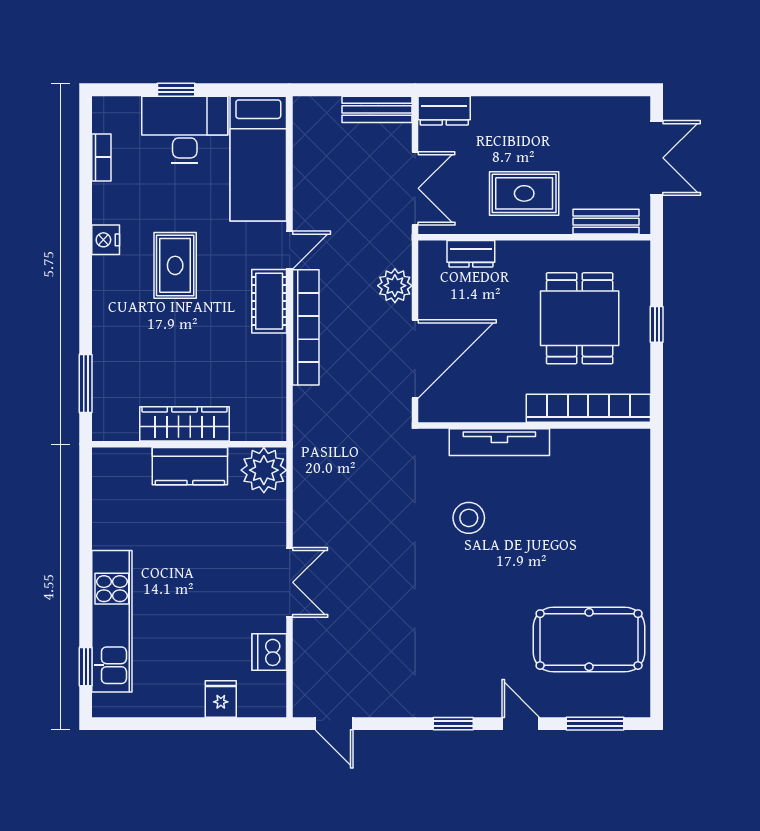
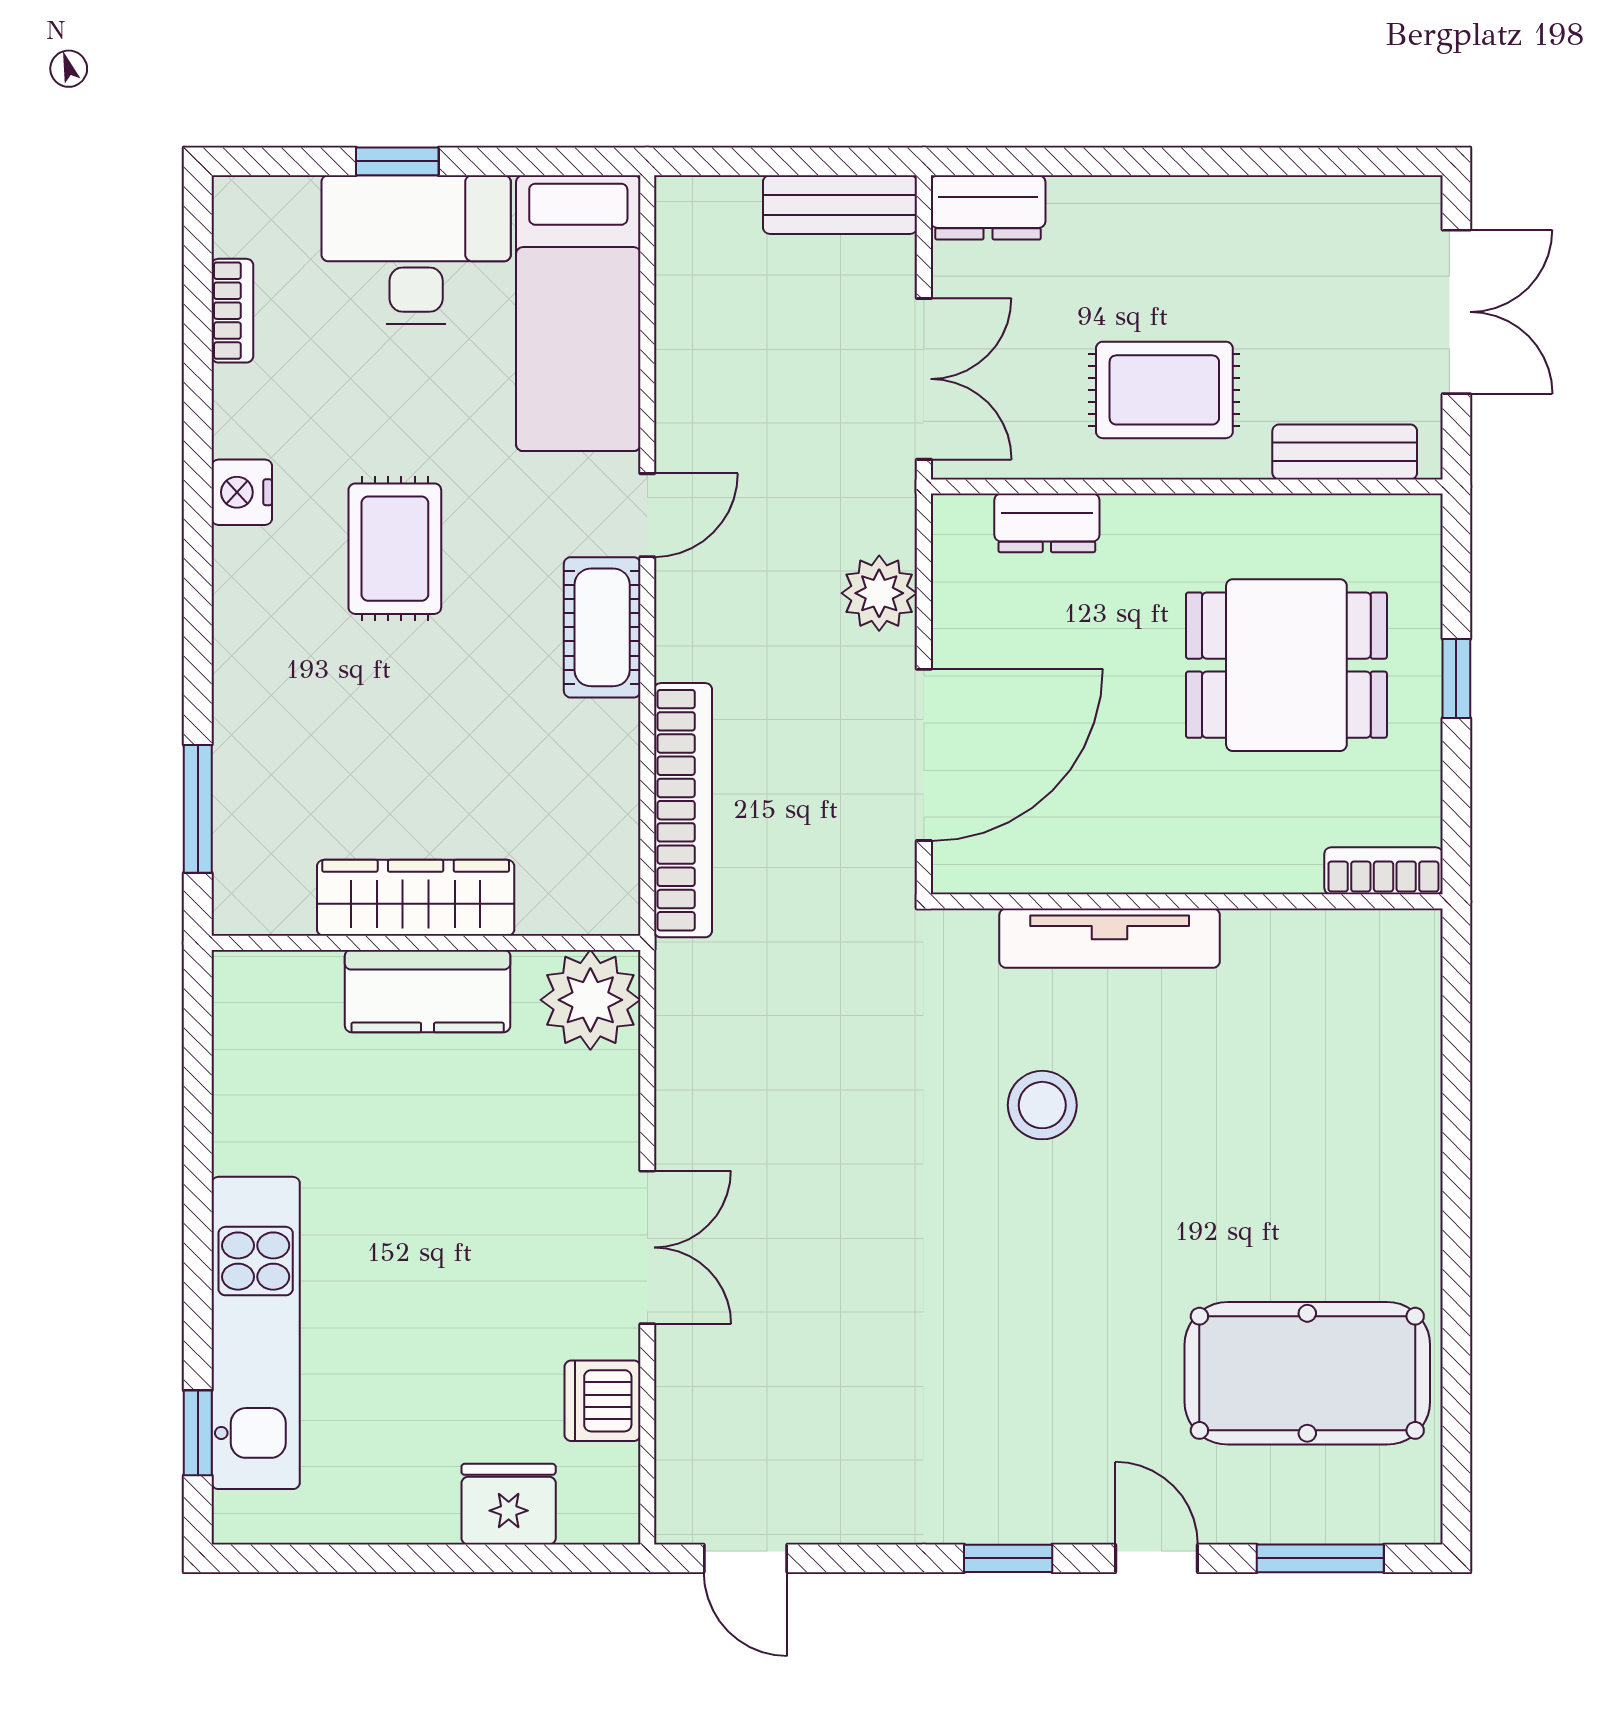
dining table: (580, 318) -> (1286, 665), turned 90
bookcase: (306, 327) -> (683, 810), moved
bookcase: (588, 408) -> (1383, 871), width x0.43, depth x0.76
fridge: (221, 699) -> (509, 1504), width x1.38

